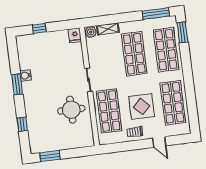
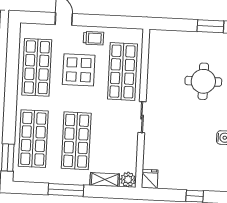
window: (156, 14) -> (66, 190), moved
round table: (71, 110) -> (203, 81), moved

